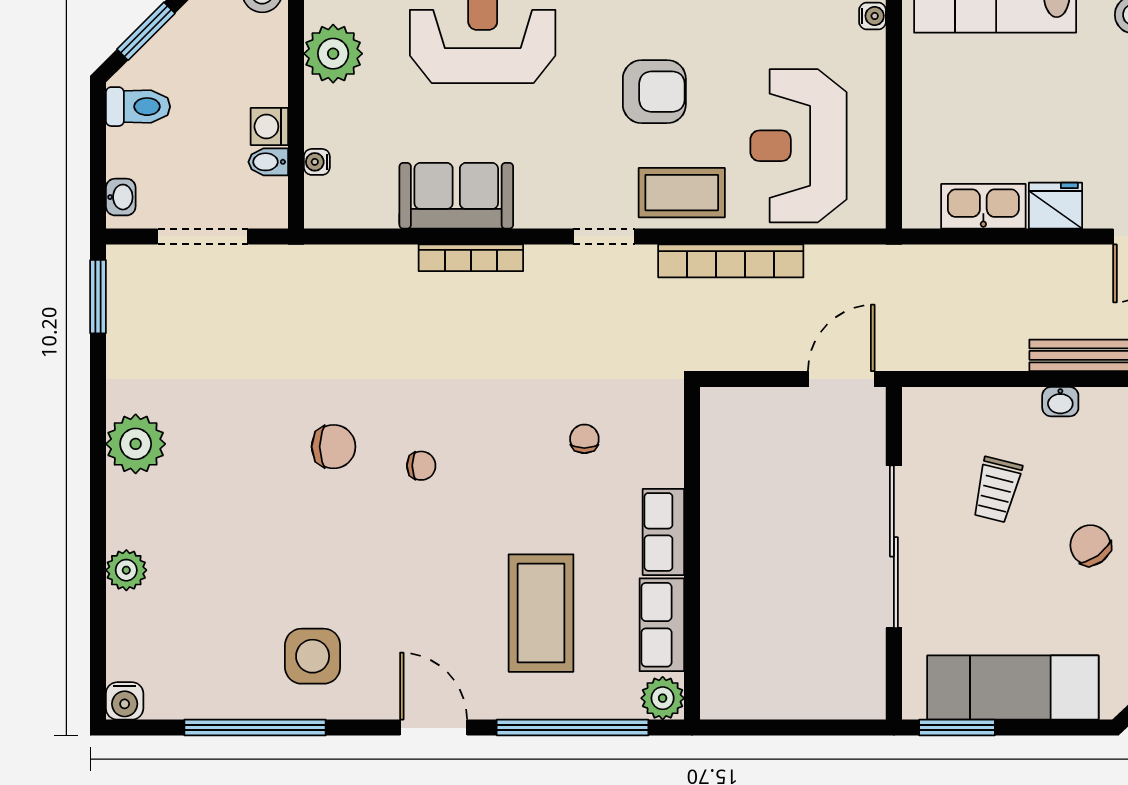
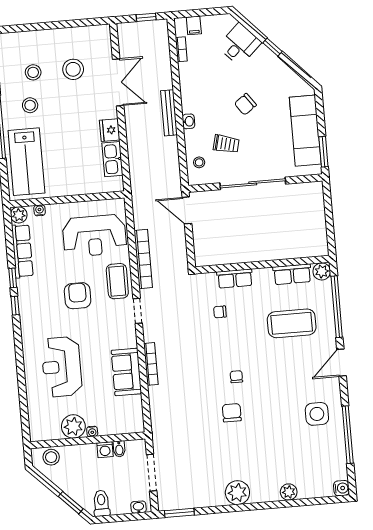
water cooler: (317, 162) -> (92, 431), moved
stool: (957, 419) -> (199, 162), added
row of seats: (663, 532) -> (235, 279), moved

